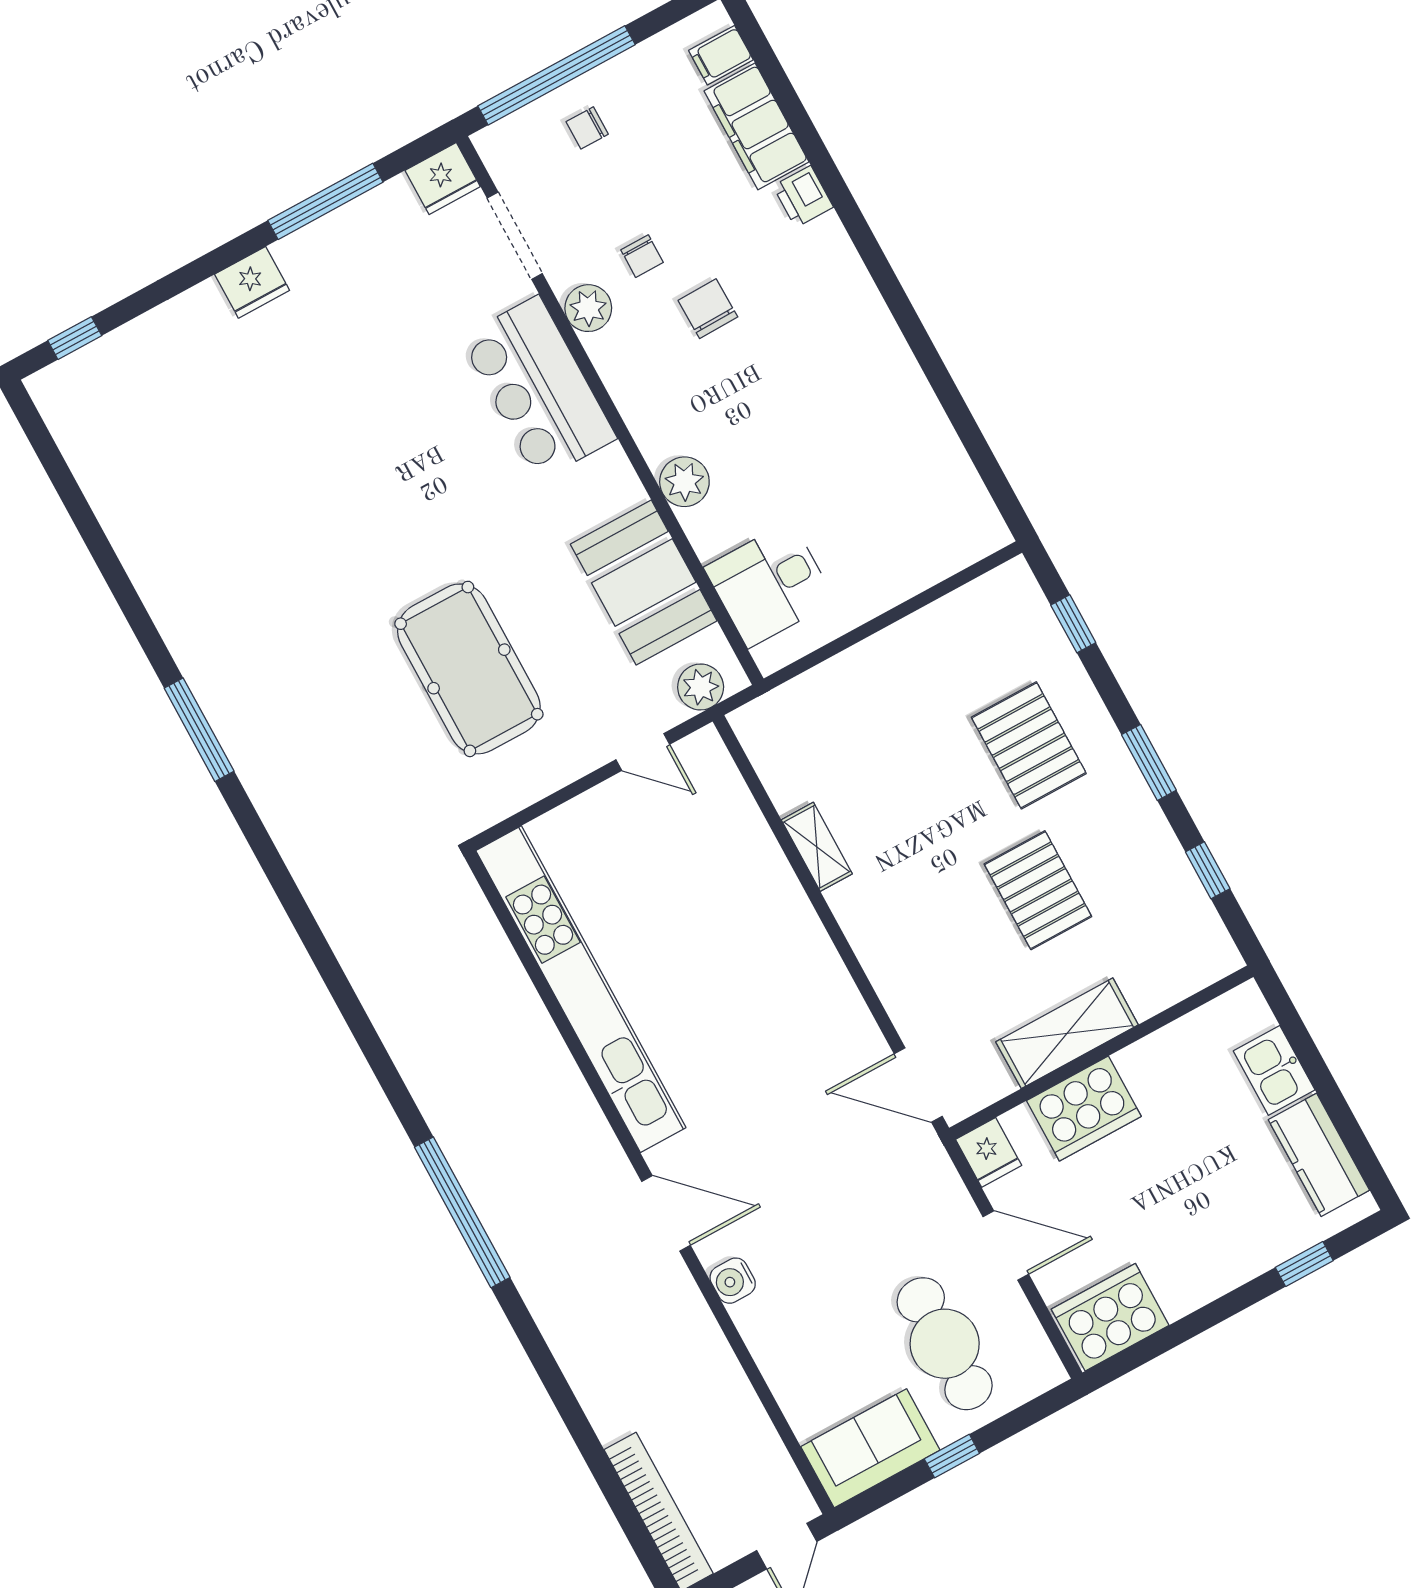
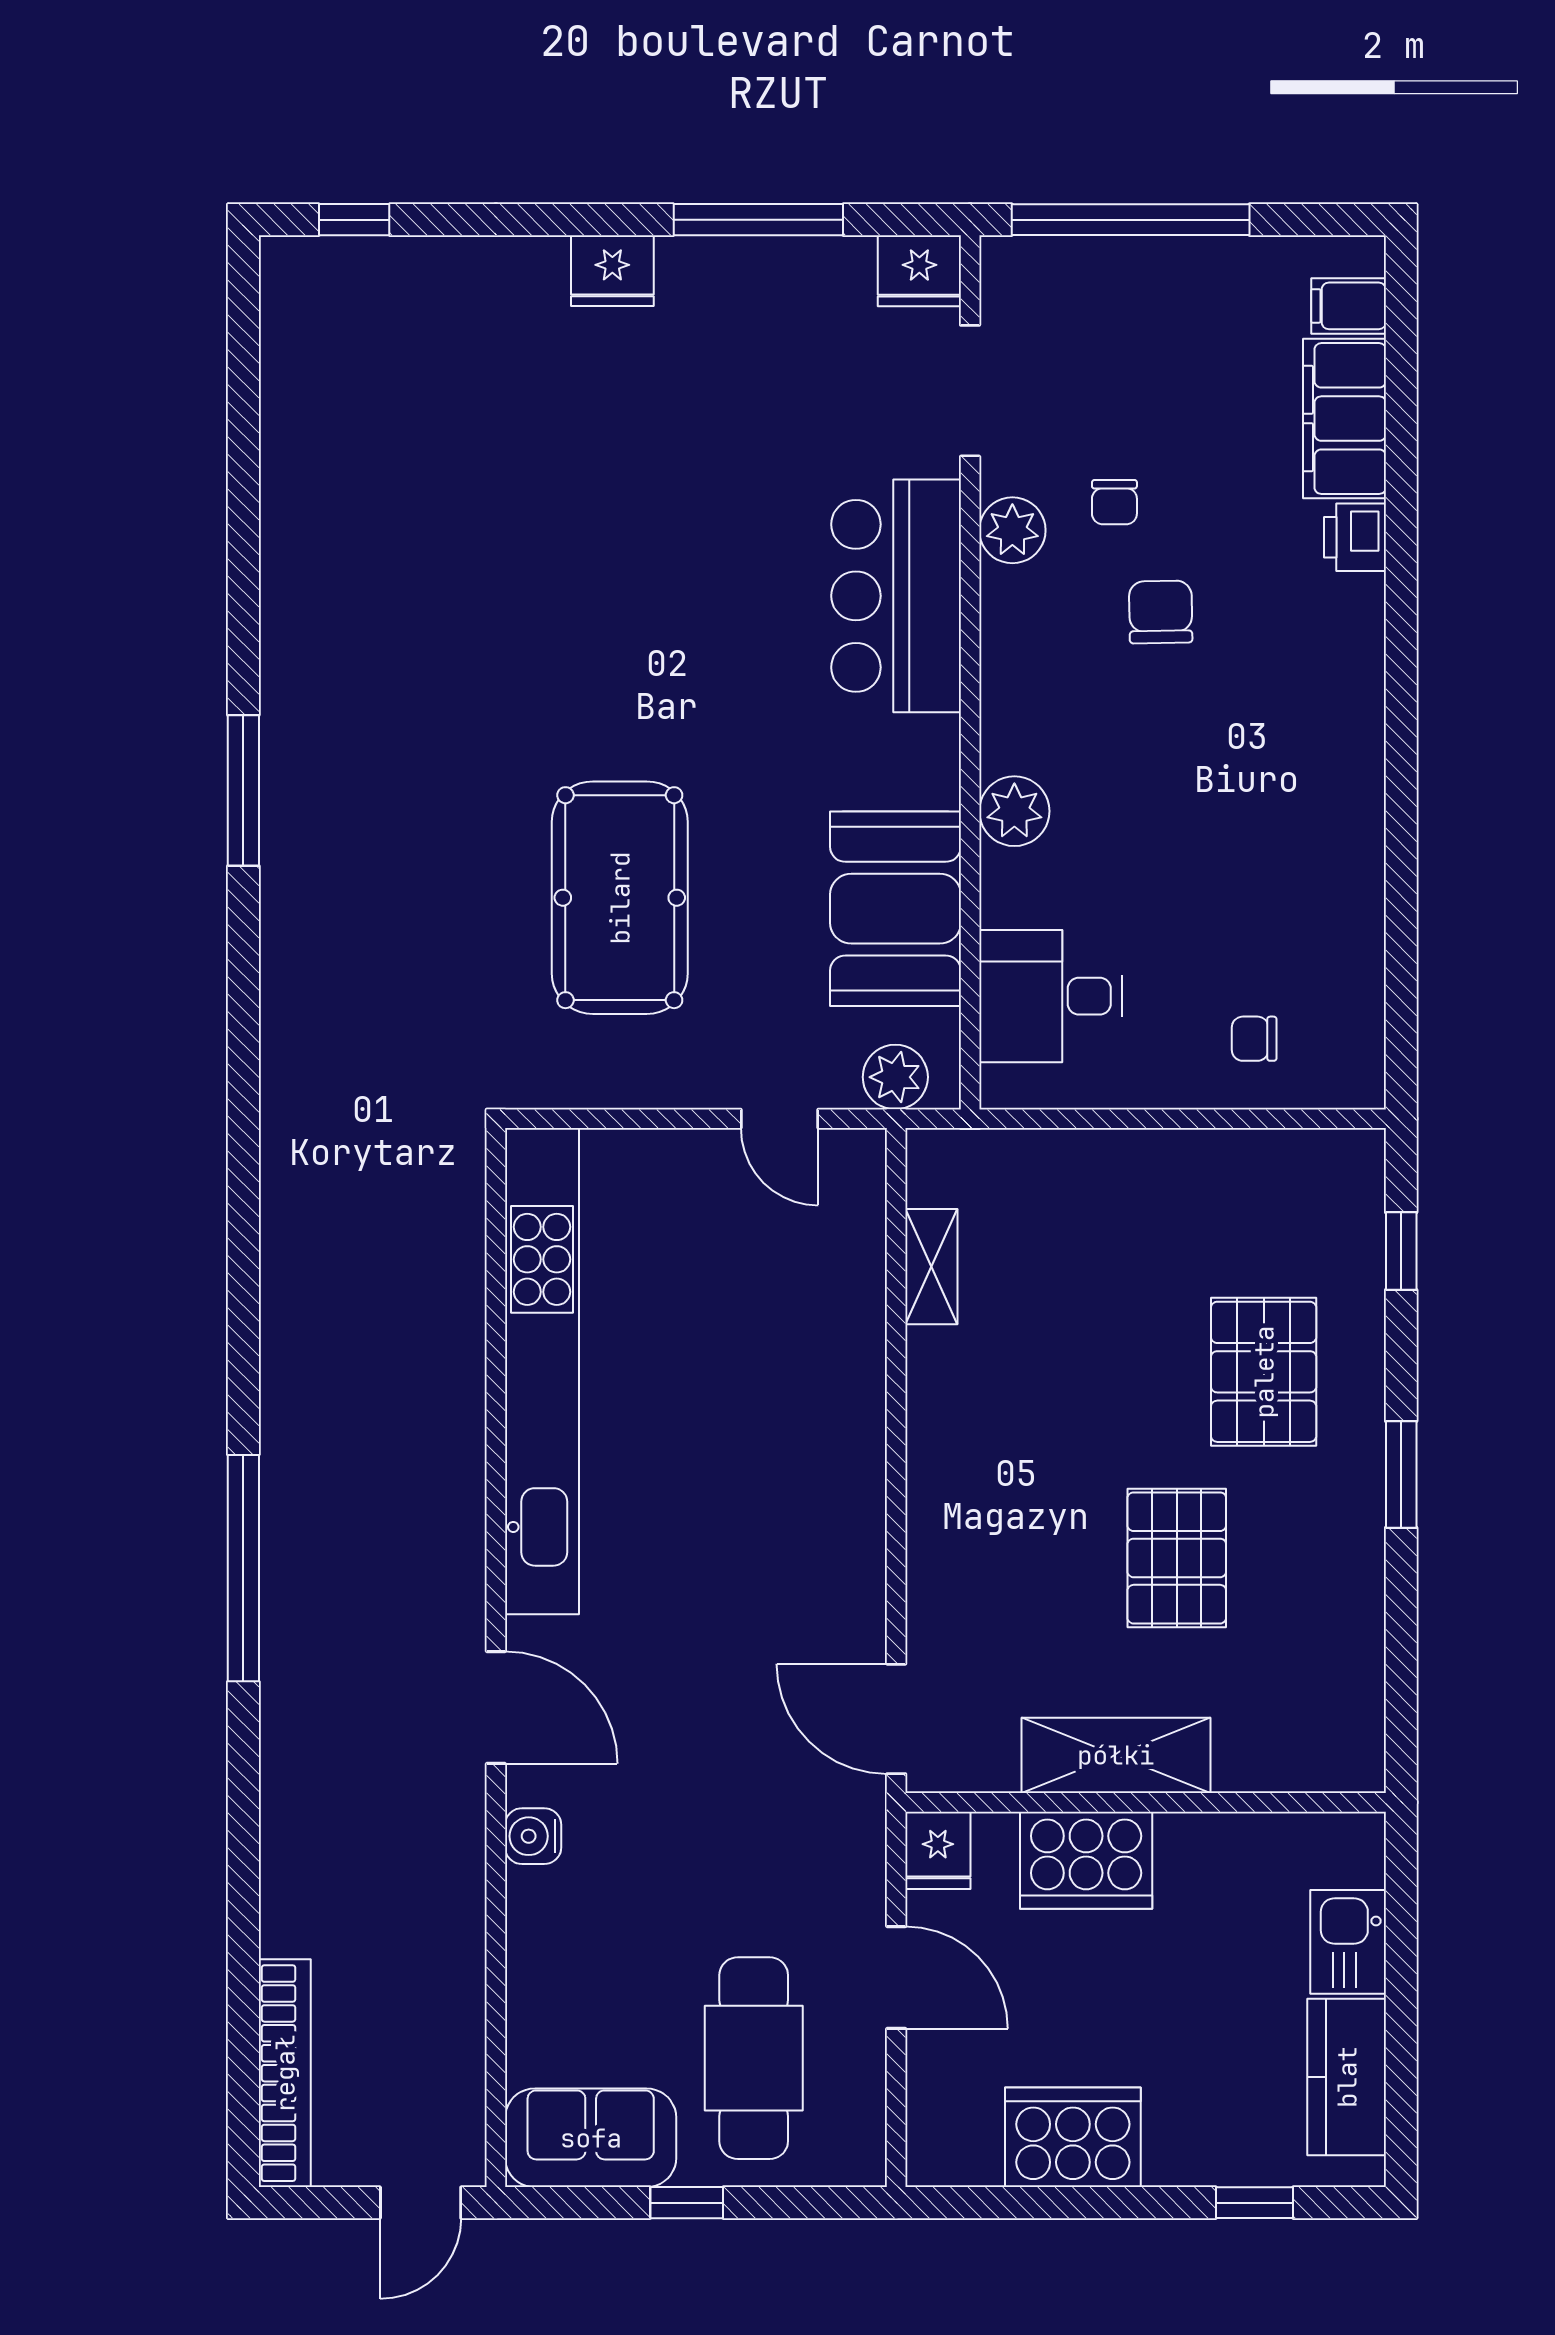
chair: (587, 128) -> (1254, 1039), moved
shelving: (817, 847) -> (931, 1267), moved
window: (1208, 870) -> (1401, 1648), removed
cooker: (1110, 1317) -> (1073, 2137), moved

